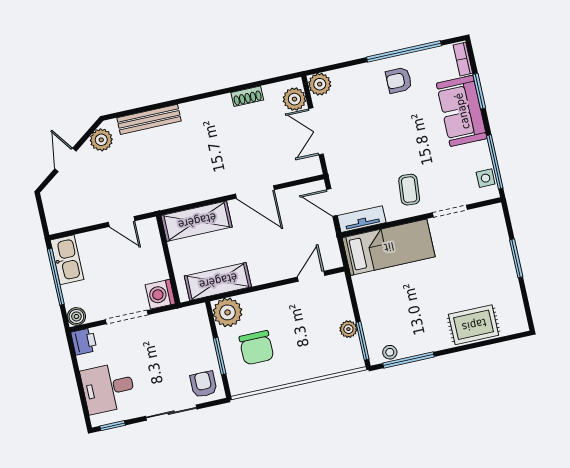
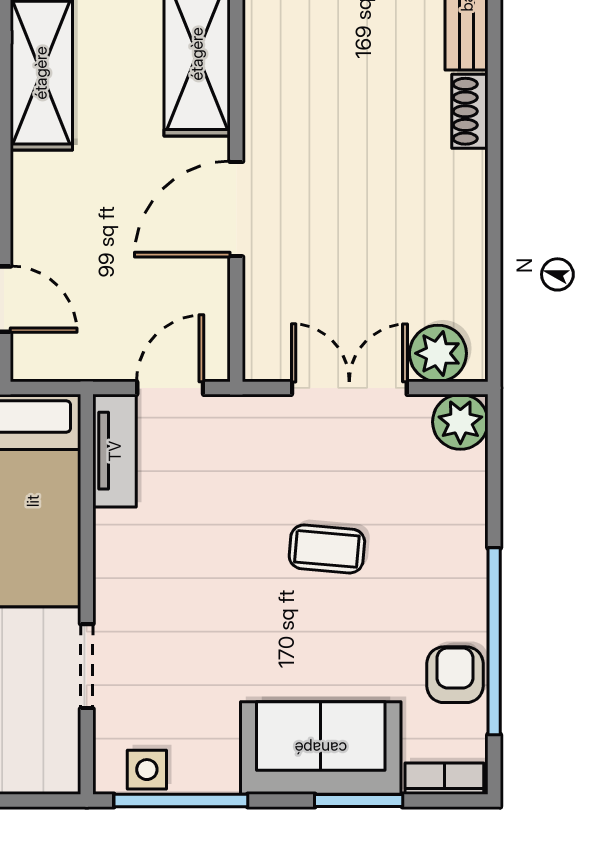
armchair: (399, 80) -> (455, 675), moved
shoe rack: (247, 96) -> (470, 111), moved
coffee table: (409, 190) -> (327, 549), moved

